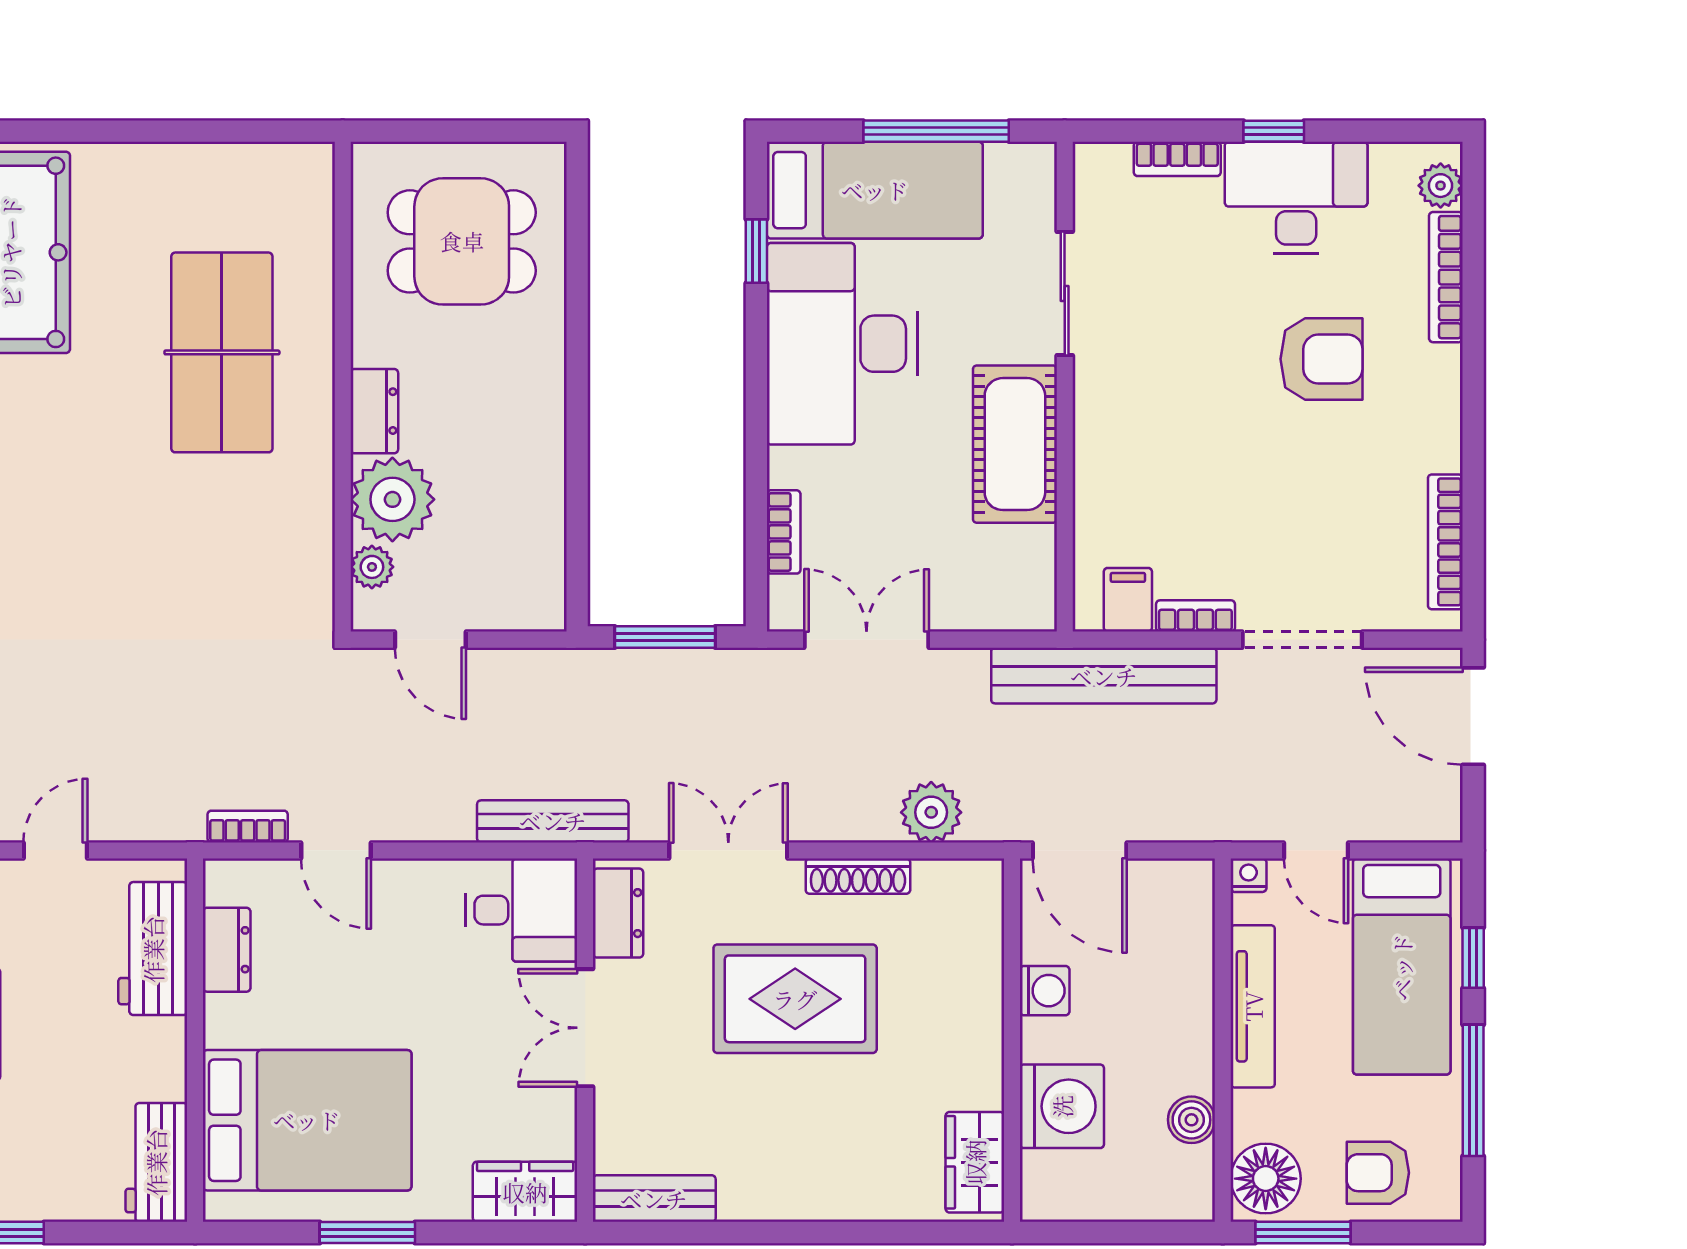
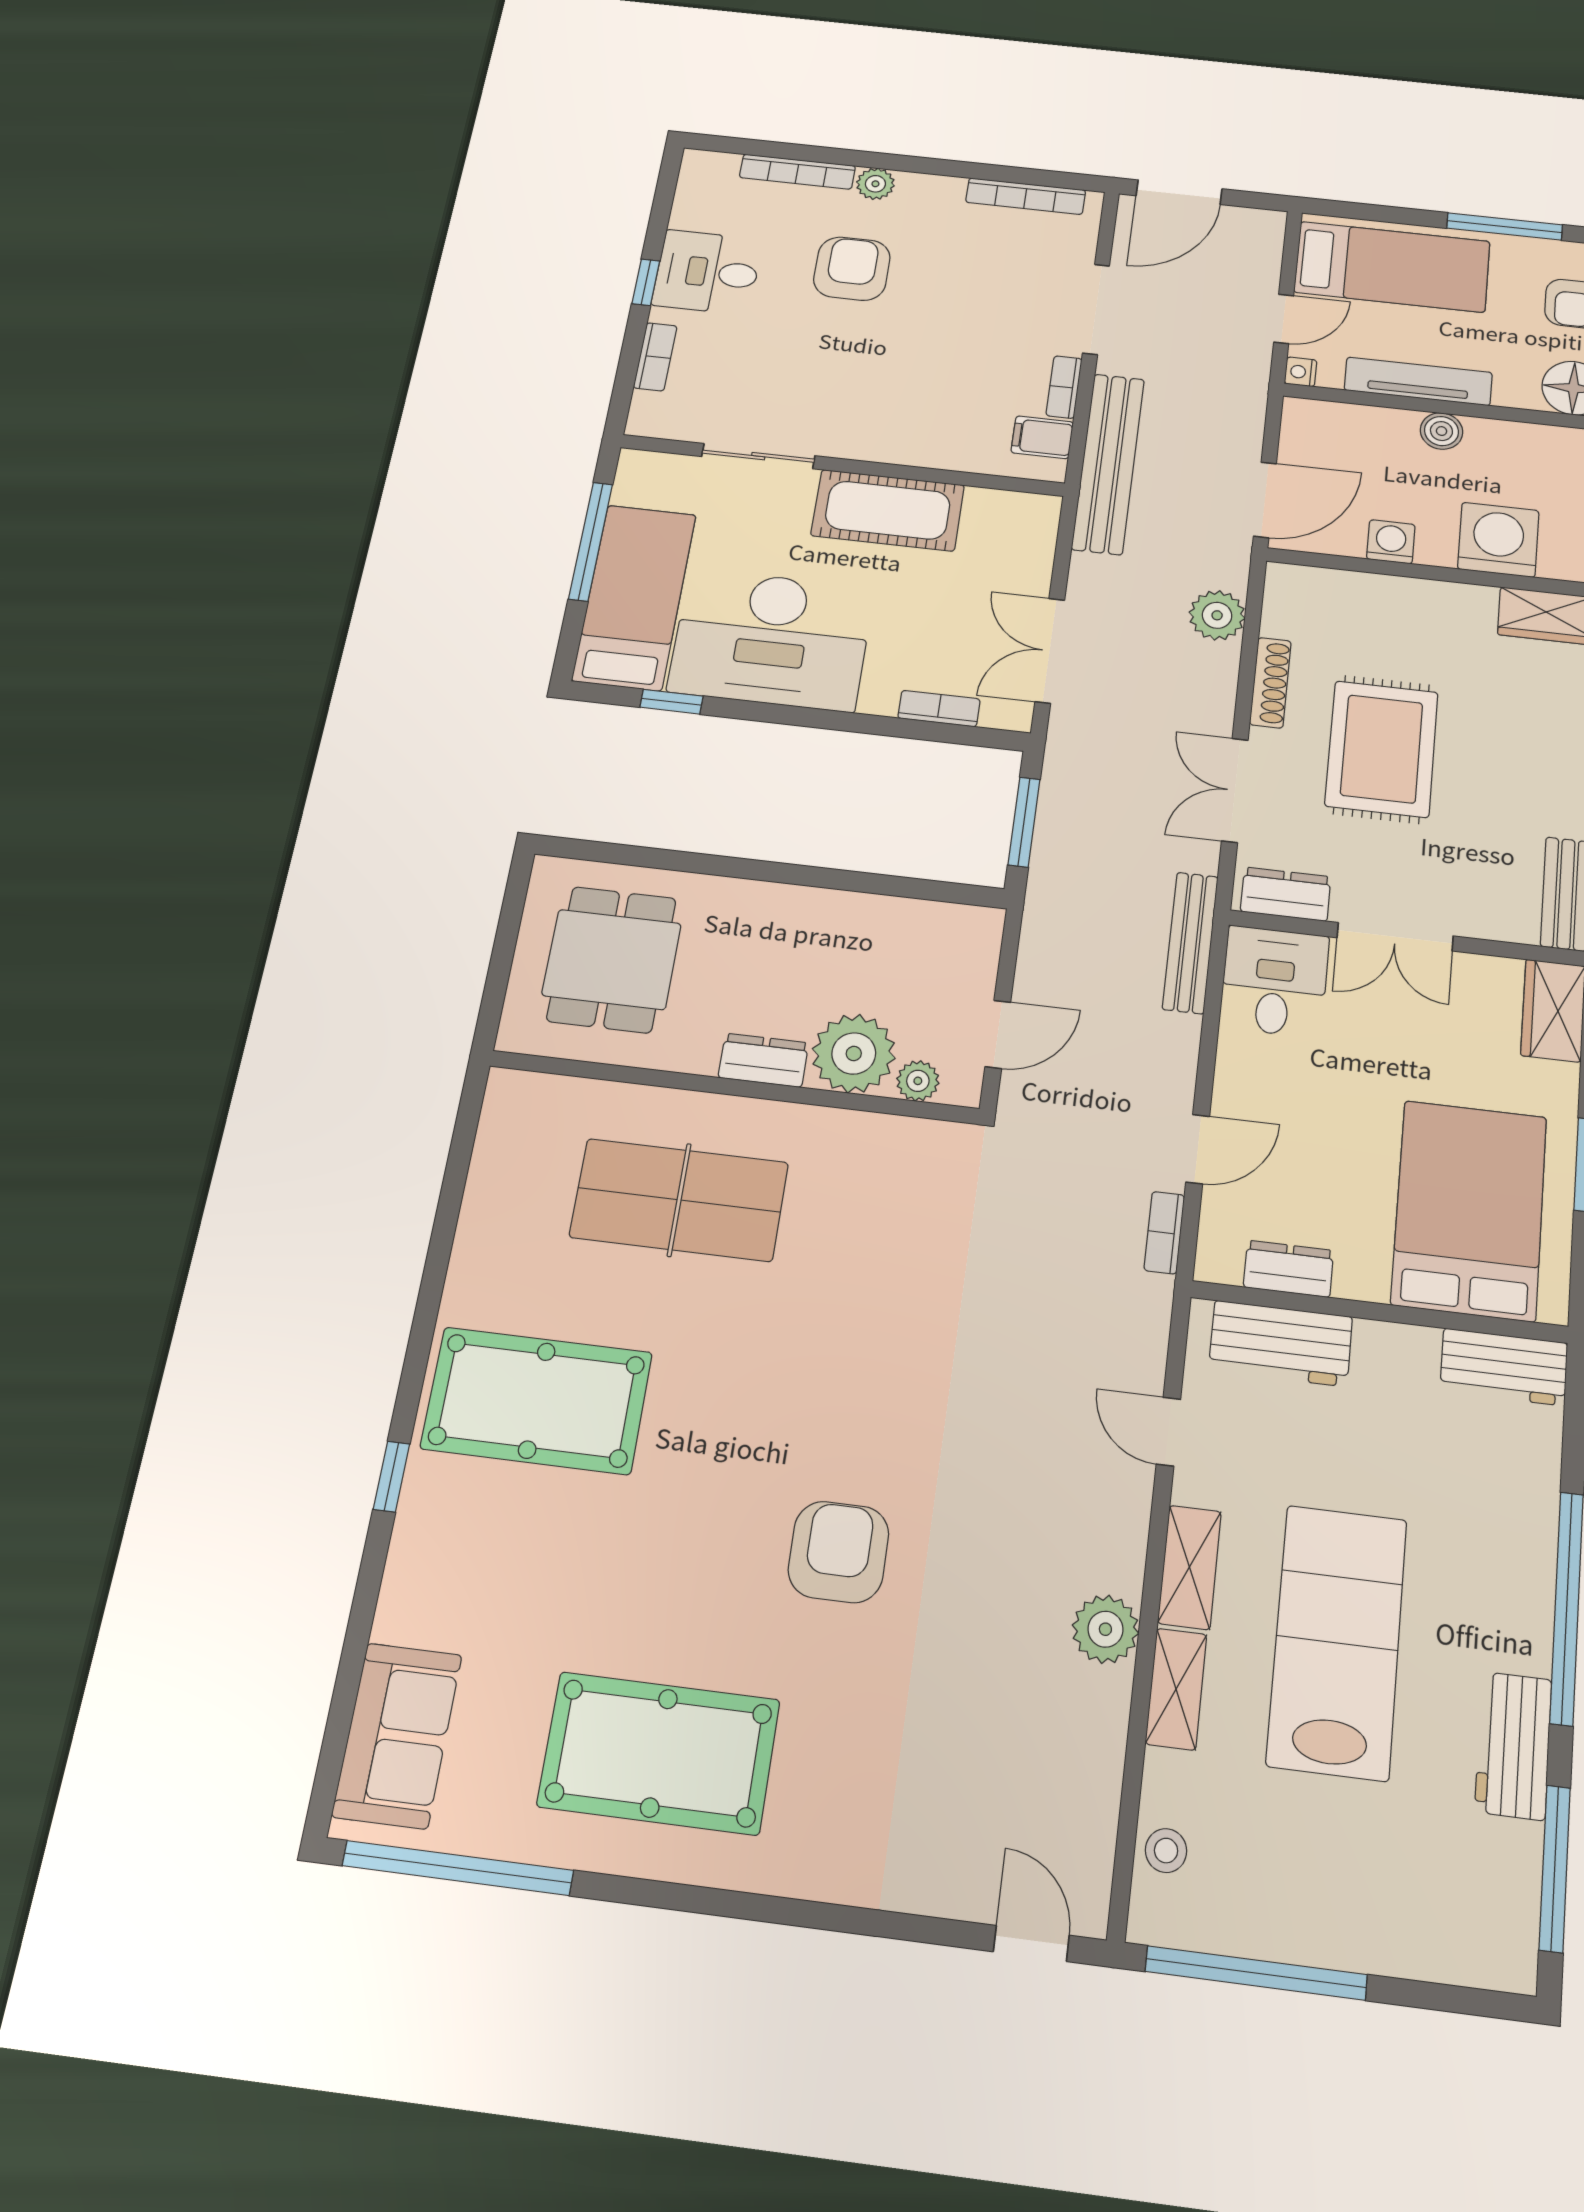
plant: (1441, 186) -> (875, 184), moved
desk: (1296, 198) -> (707, 272), width x0.73
window: (1473, 958) -> (1389, 214), removed
boiler: (1191, 1120) -> (1441, 431), moved

